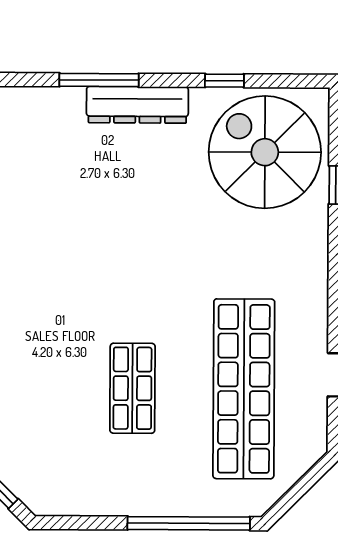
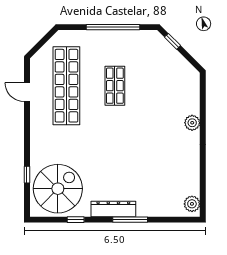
spiral stairs: (265, 152) -> (58, 189), turned -90
window: (189, 523) -> (113, 27), moved

